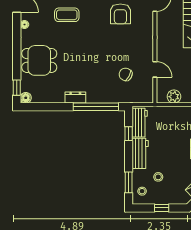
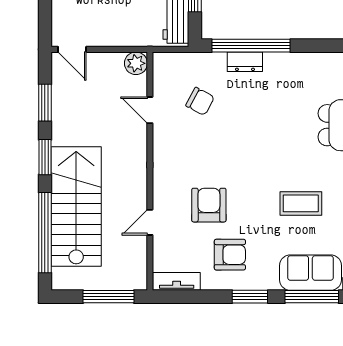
dresser: (75, 97) -> (245, 62), moved
plant: (174, 97) -> (136, 63), moved

